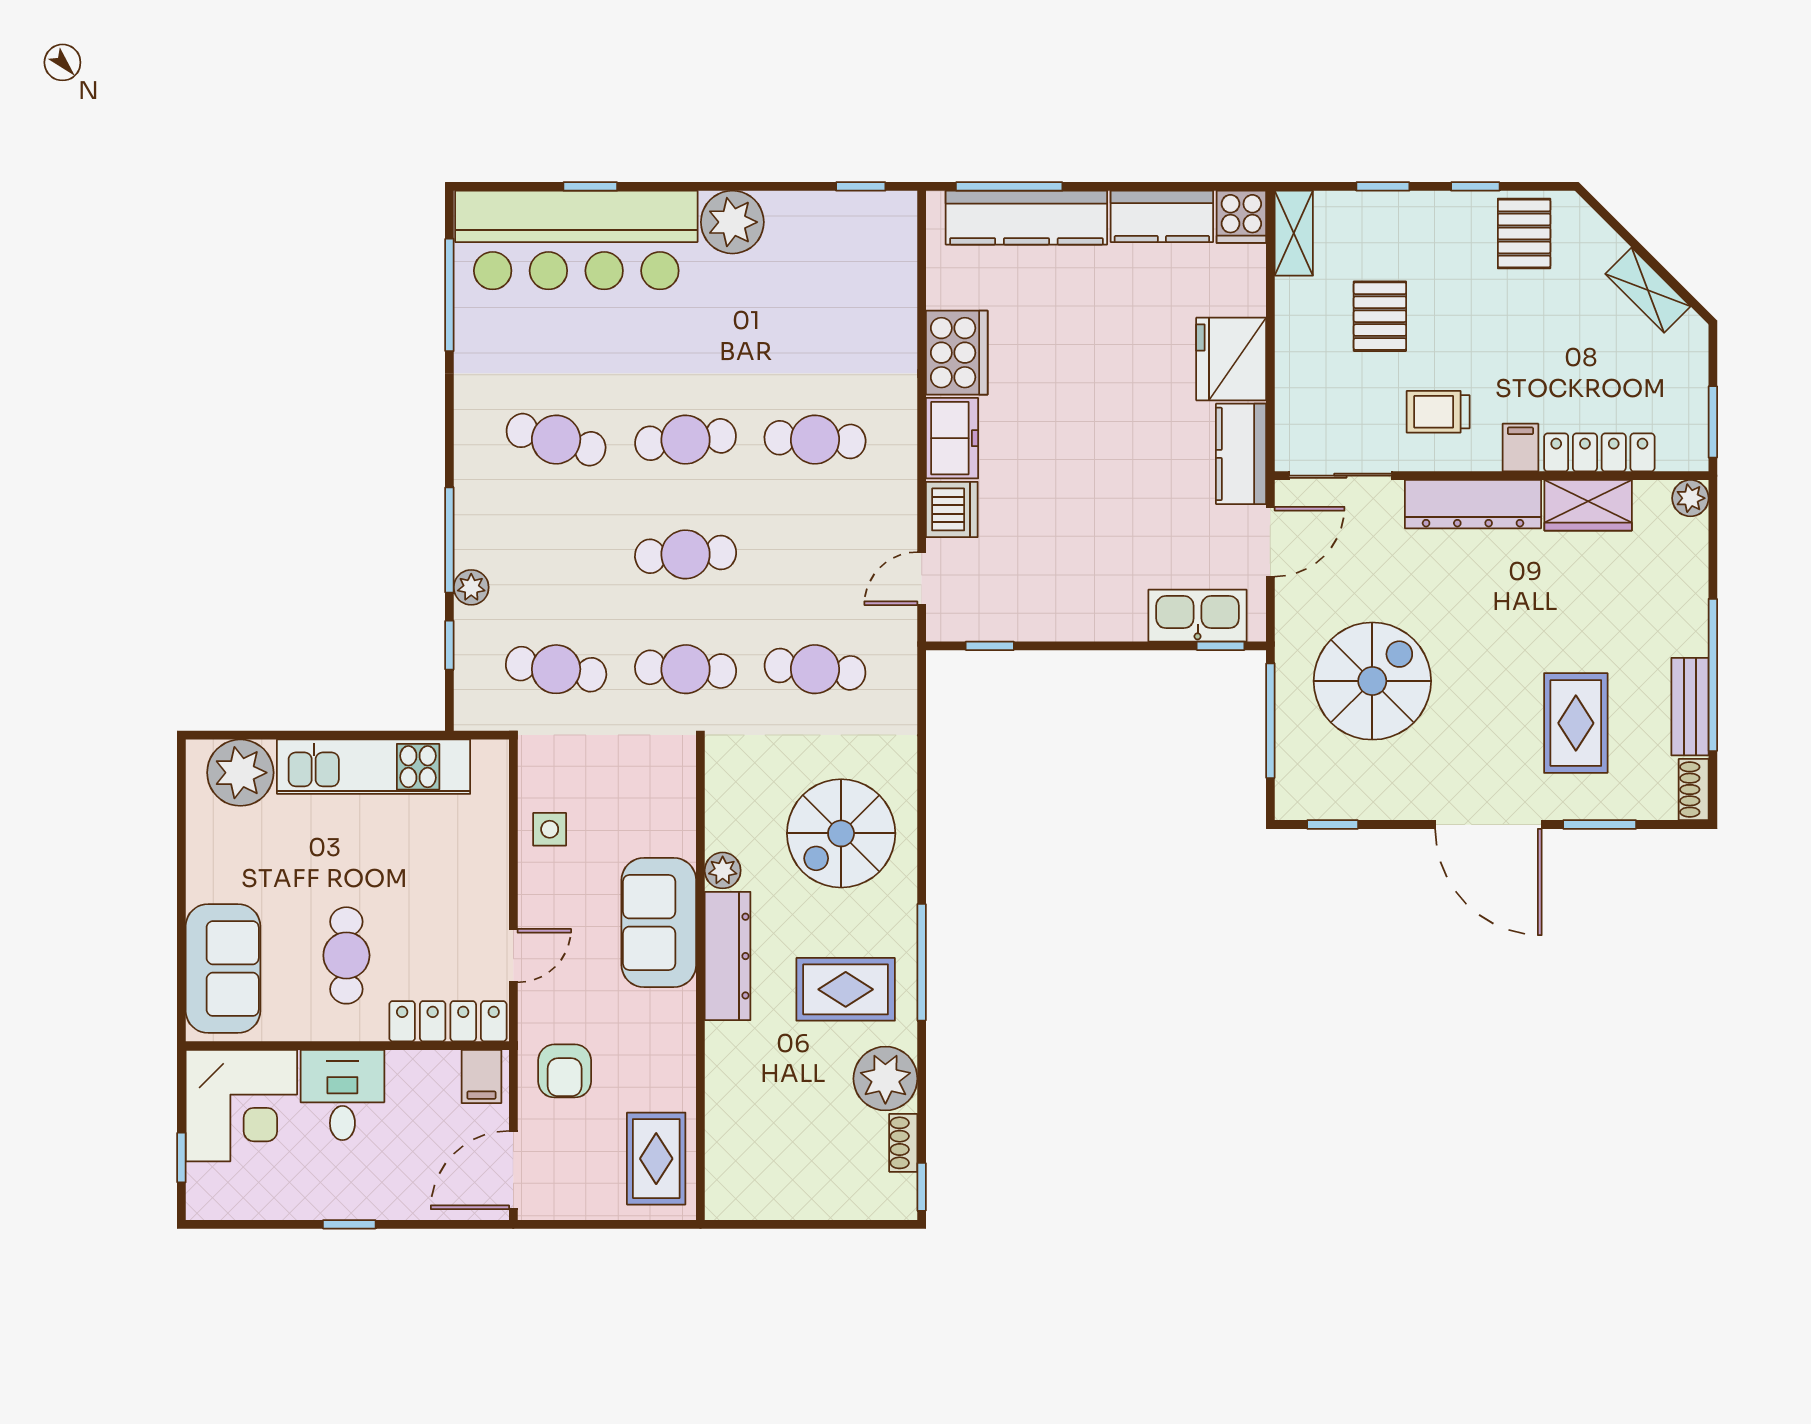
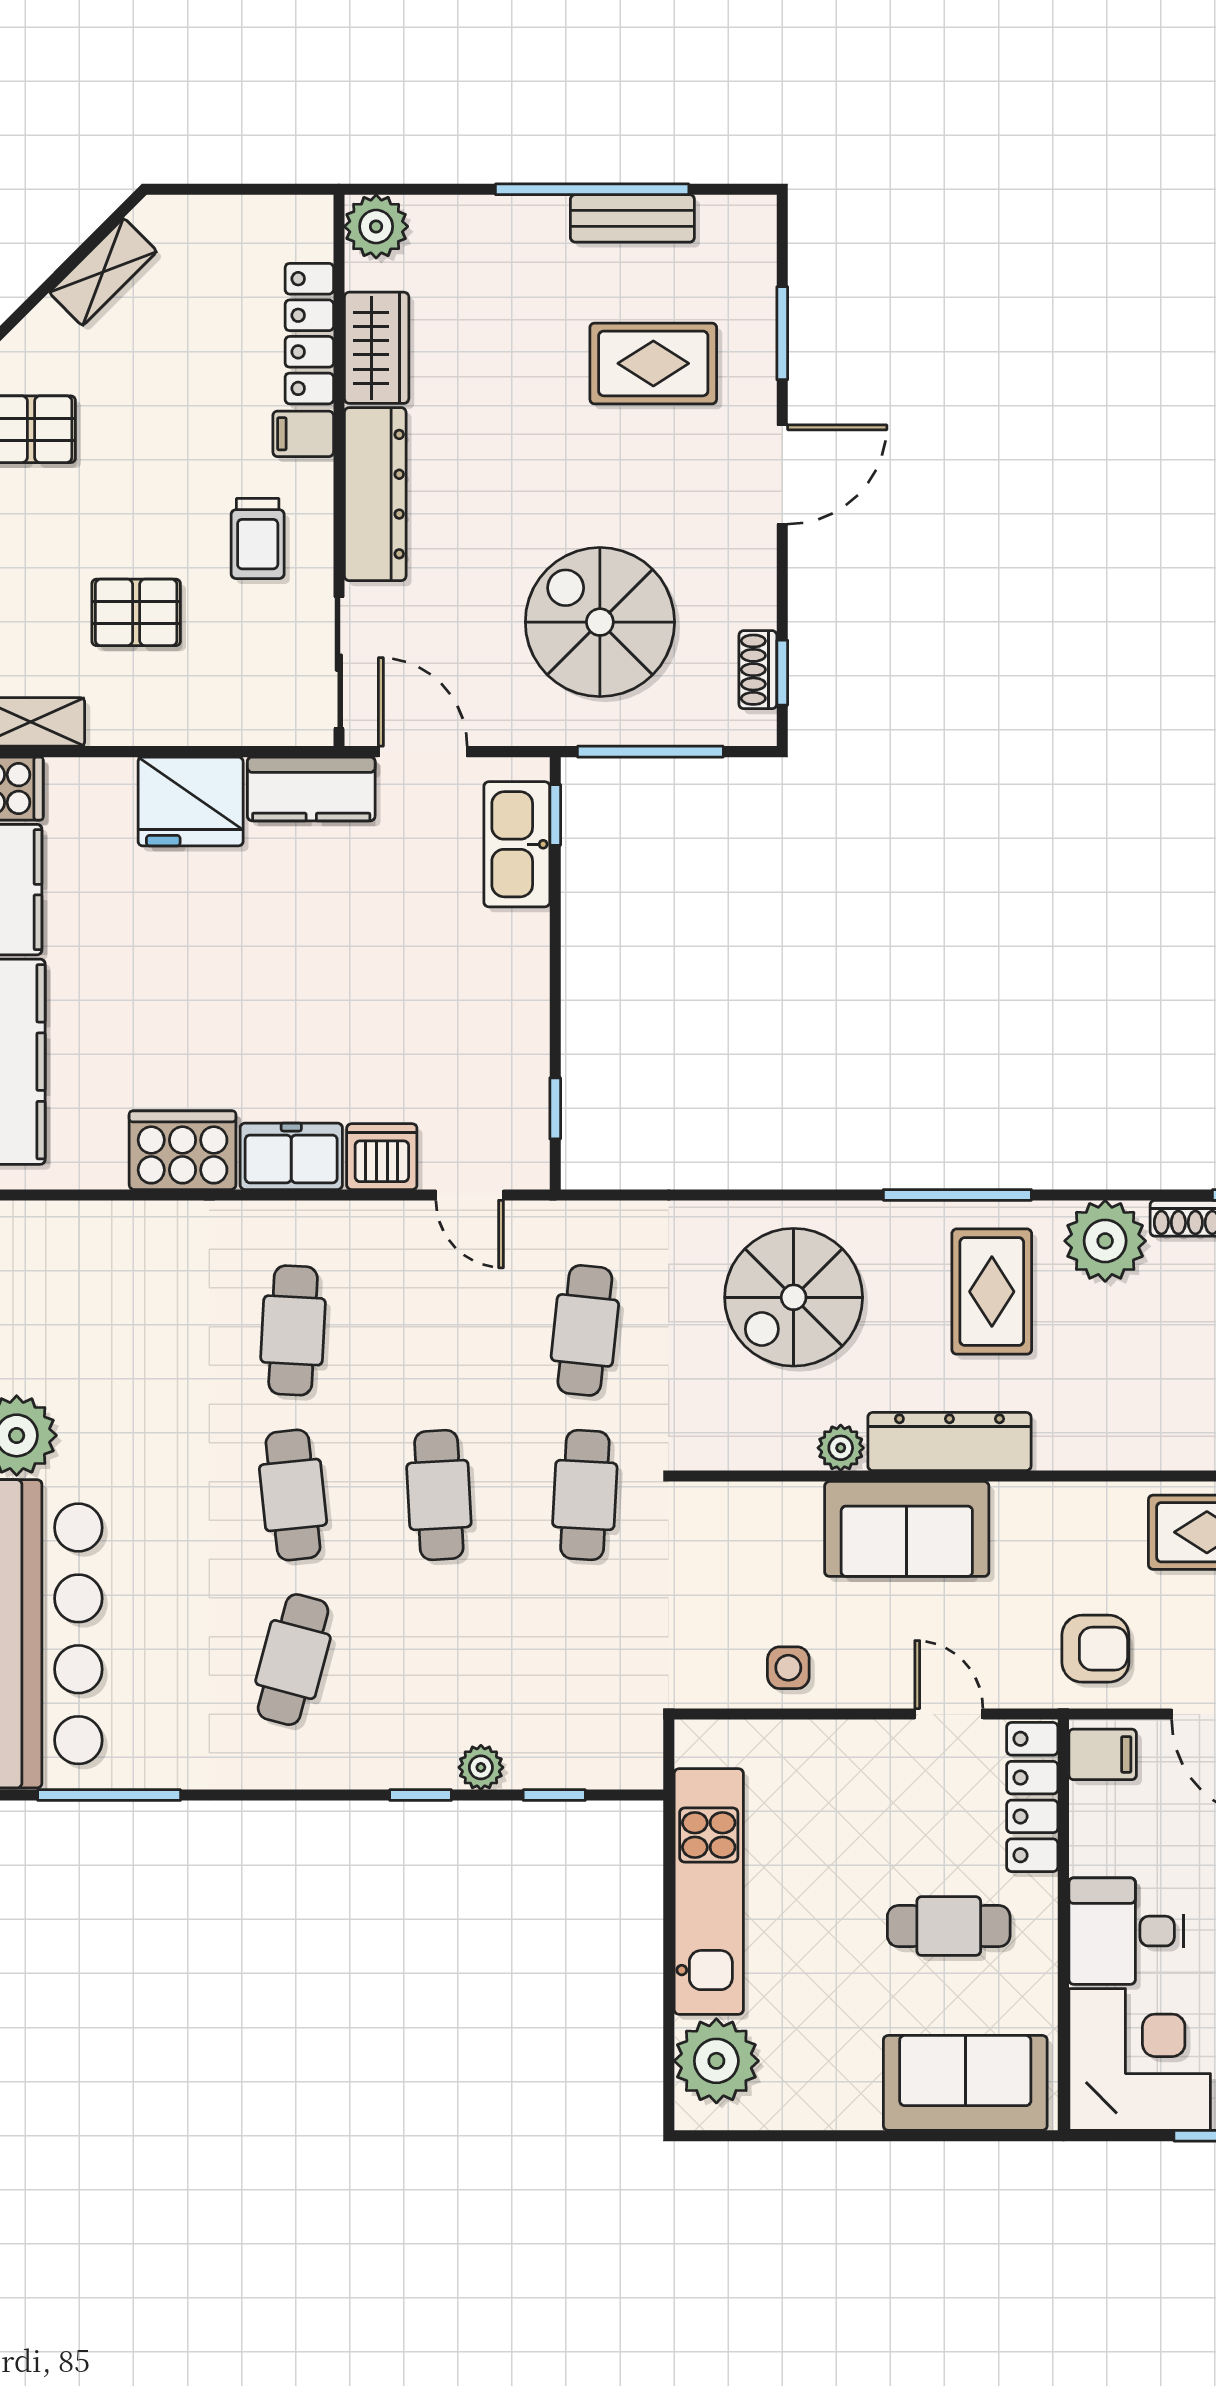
window: (1713, 422) -> (271, 189), removed
plant: (1690, 498) -> (376, 226), width x1.38, depth x1.38
window: (449, 540) -> (421, 1795), width x0.46
cafe table: (556, 669) -> (585, 1660), removed
shoe rack: (1694, 789) -> (758, 670), moved, turned 90
door: (1488, 825) -> (782, 475), width x0.73
spiral stairs: (841, 833) -> (794, 1297), turned 90

